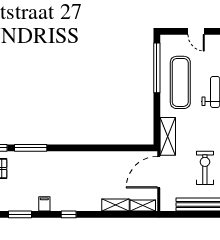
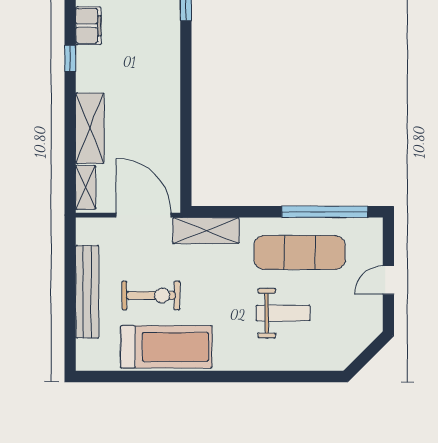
filing cabinet: (44, 204) -> (88, 26), width x2.00
shelving: (116, 205) -> (90, 128), width x1.50, depth x1.33

